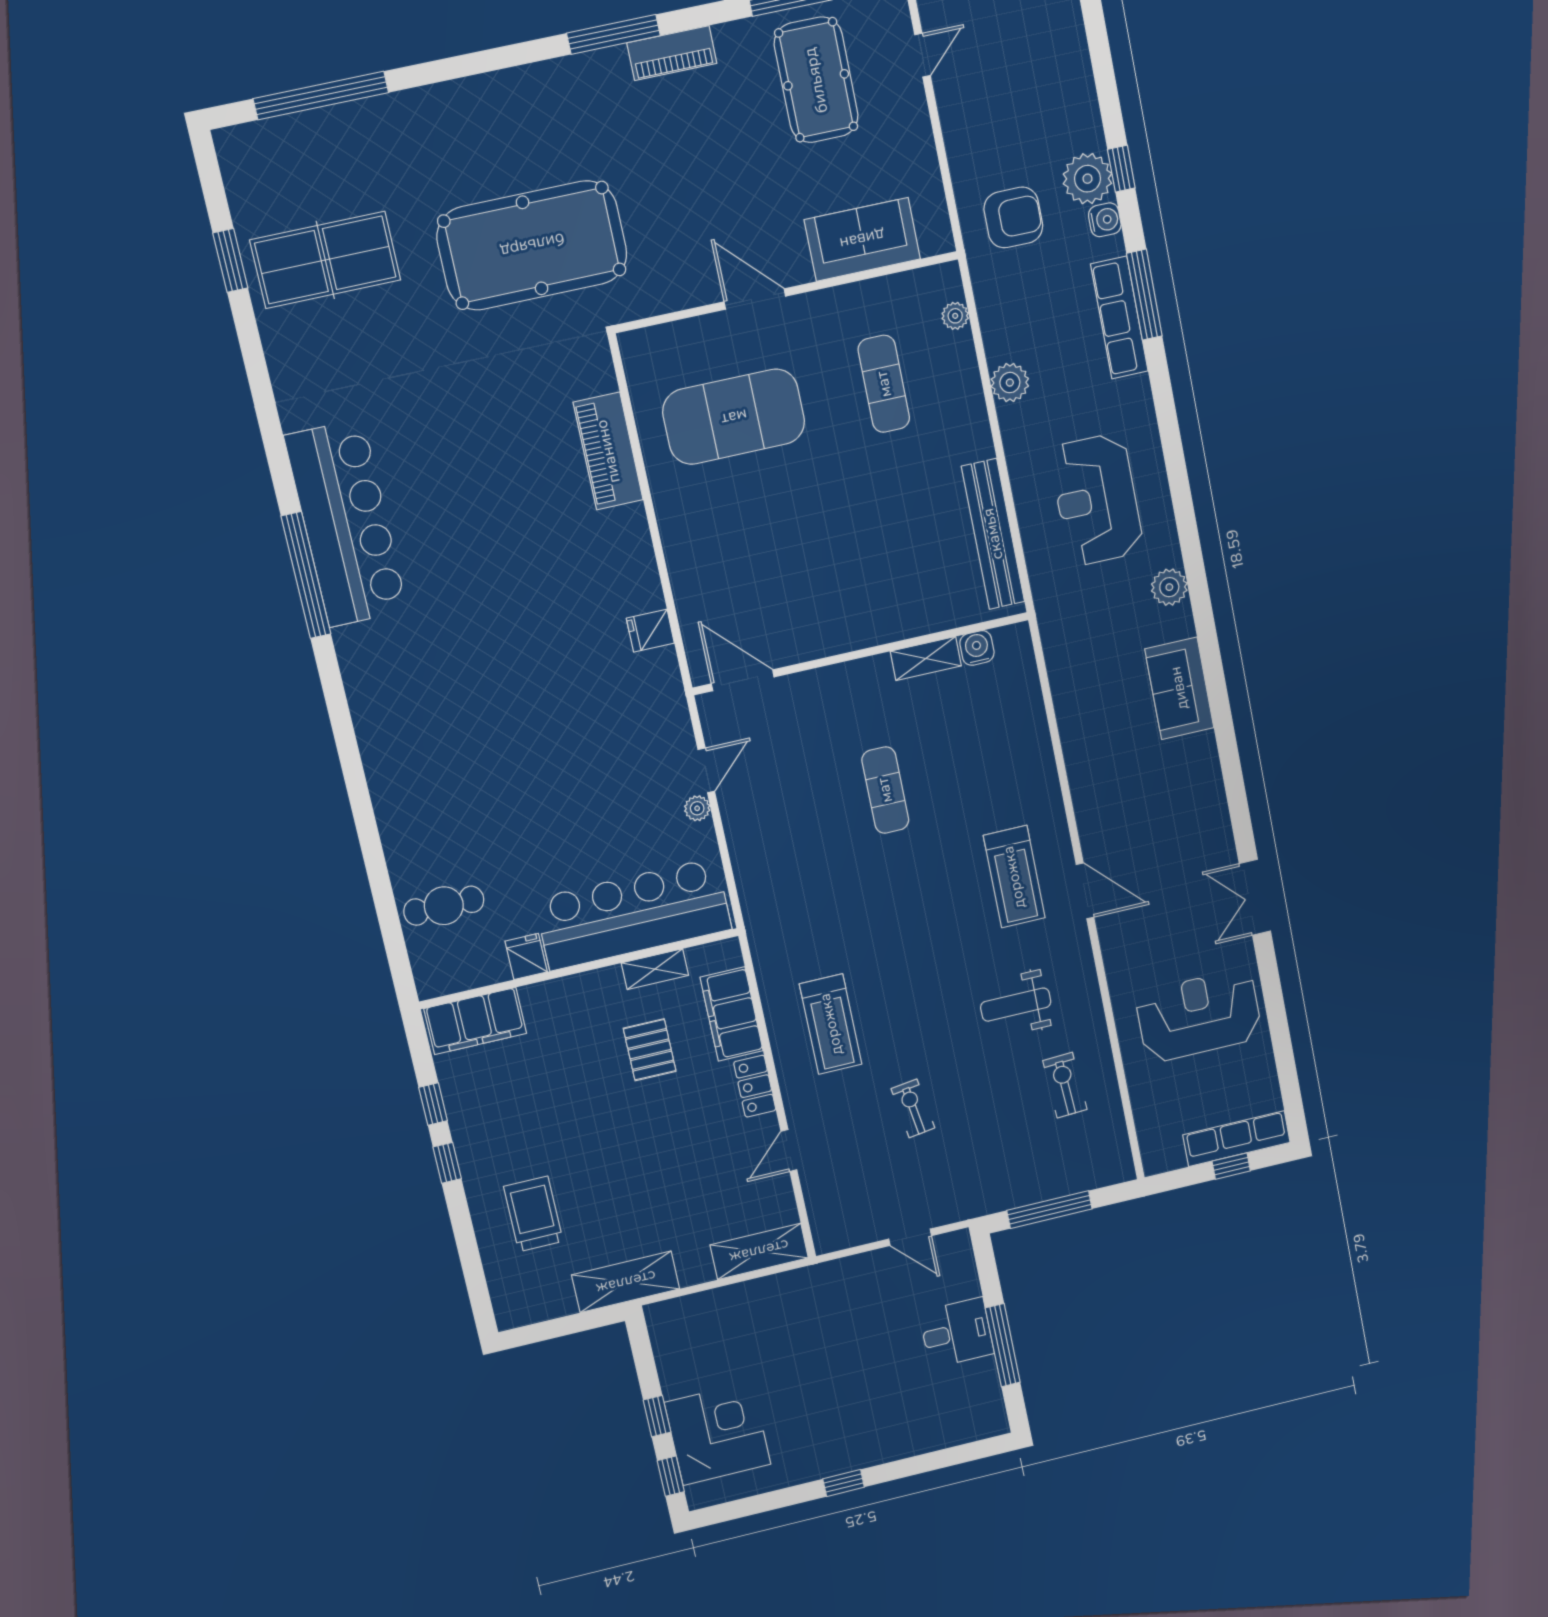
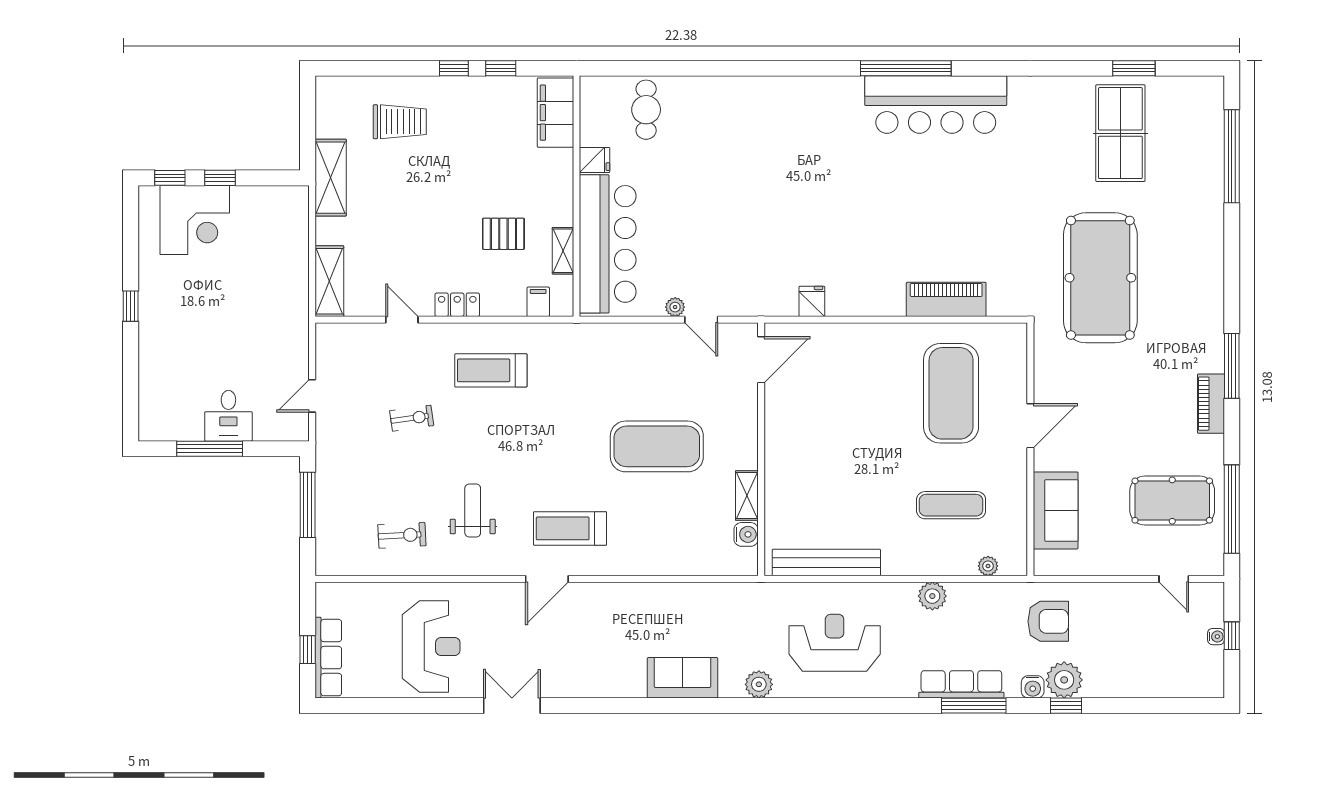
armchair: (1013, 217) -> (1048, 621), turned -90
exercise mat: (885, 790) -> (657, 446), width x2.00, depth x1.45
filing cabinet: (732, 1014) -> (538, 302), width x0.33, depth x0.86

